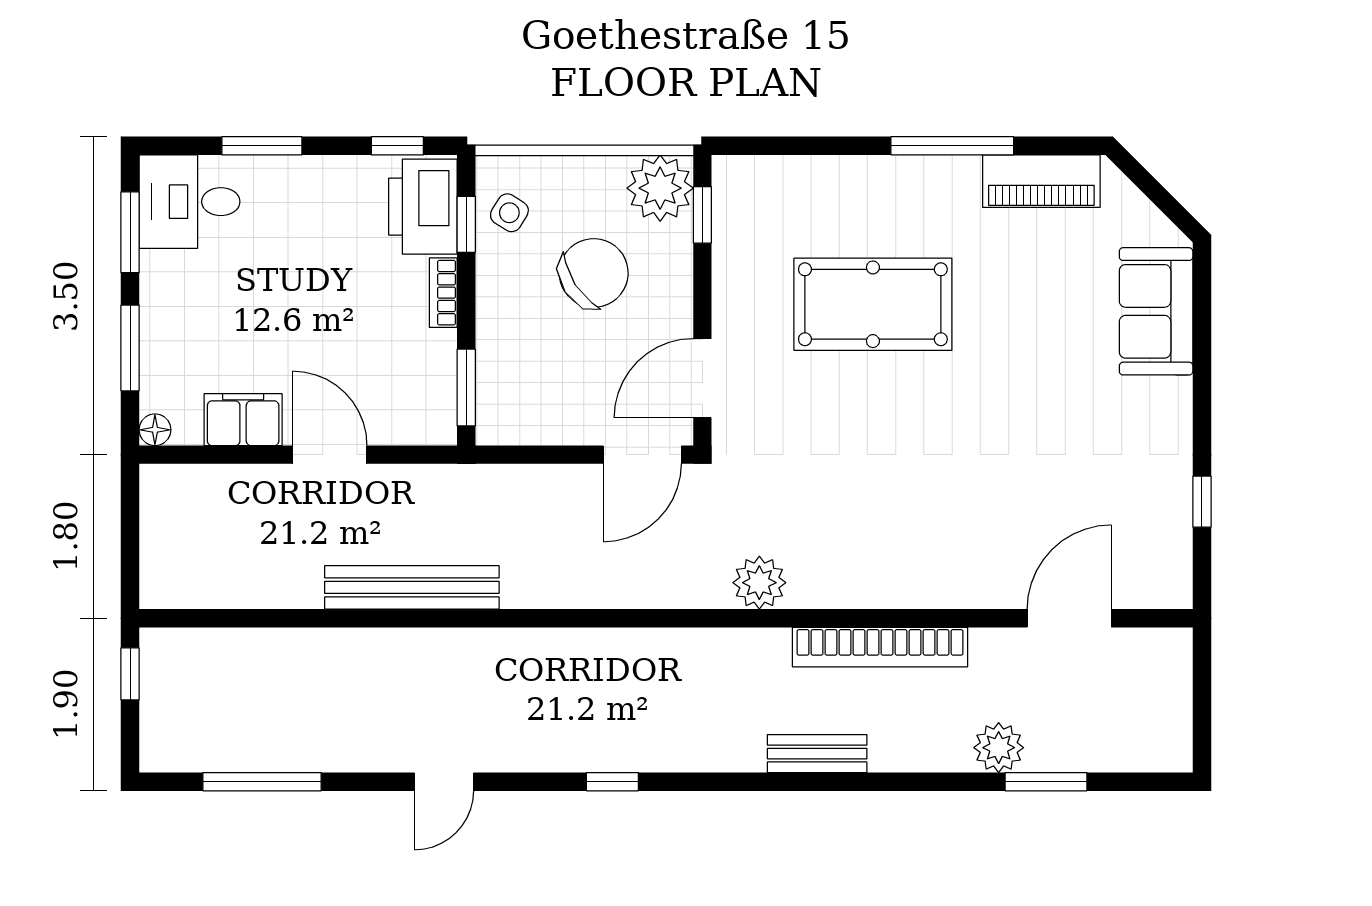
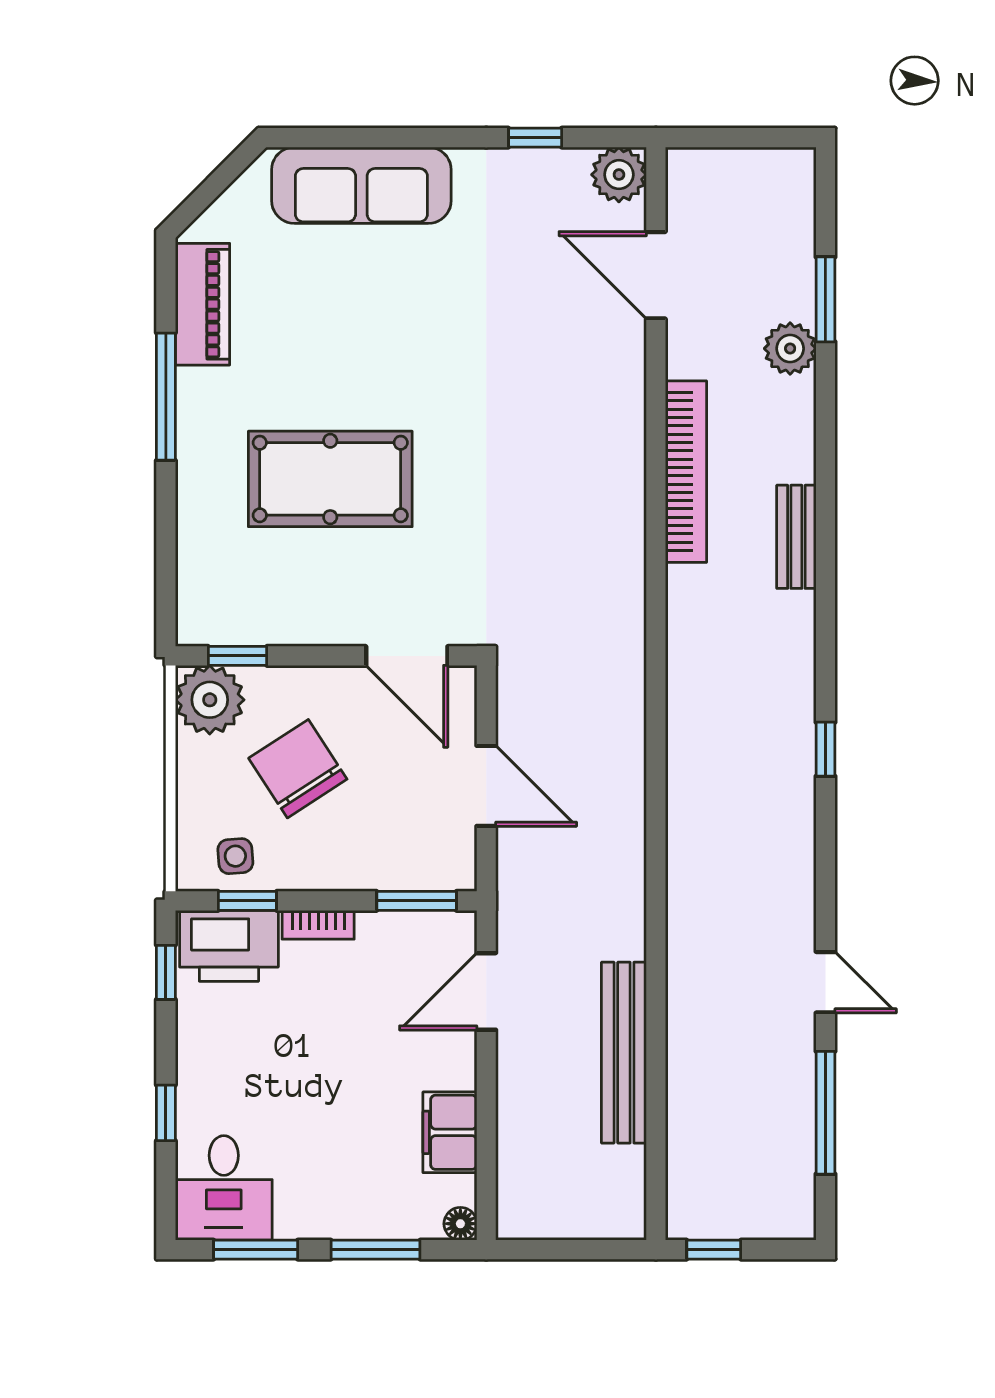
window: (262, 146) -> (166, 1113), width x0.67
side table: (509, 213) -> (235, 856), turned -36
pool table: (873, 304) -> (330, 479), turned 90
sofa: (1156, 311) -> (361, 185), width x1.36
door: (330, 455) -> (486, 991), moved
door: (642, 455) -> (486, 786), moved
plant: (759, 583) -> (619, 175), moved
bench: (412, 587) -> (624, 1053), moved
door: (444, 782) -> (825, 982), moved

